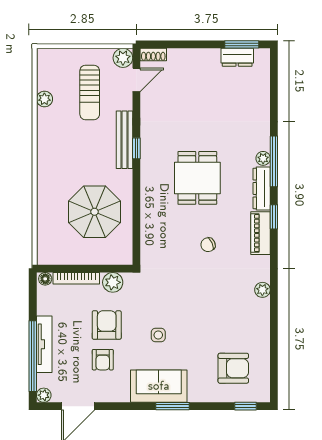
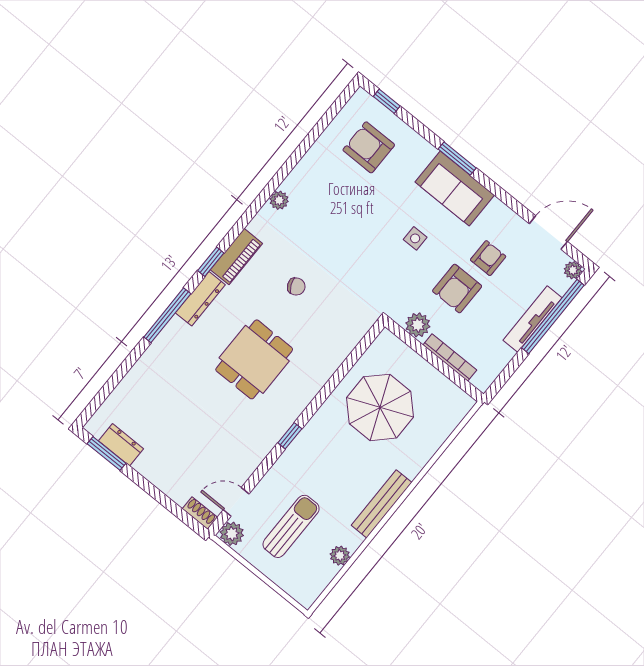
bench: (124, 140) -> (382, 504), moved
plant: (263, 158) -> (175, 327), removed
floor lamp: (45, 279) -> (480, 381), removed

